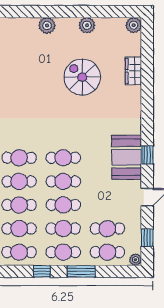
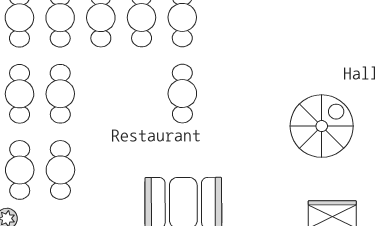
cafe table: (63, 181) -> (142, 94), removed
cafe table: (63, 205) -> (101, 94), removed

